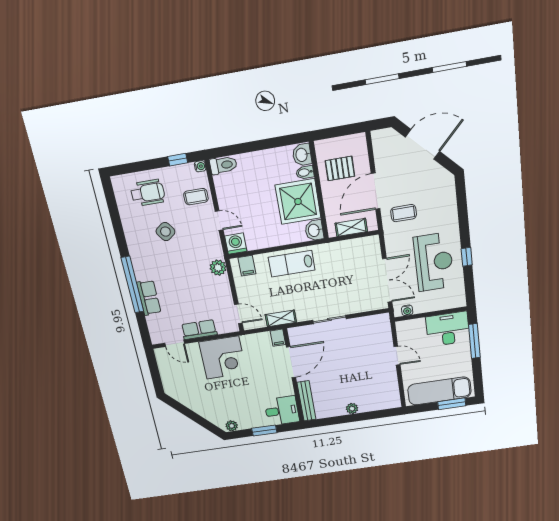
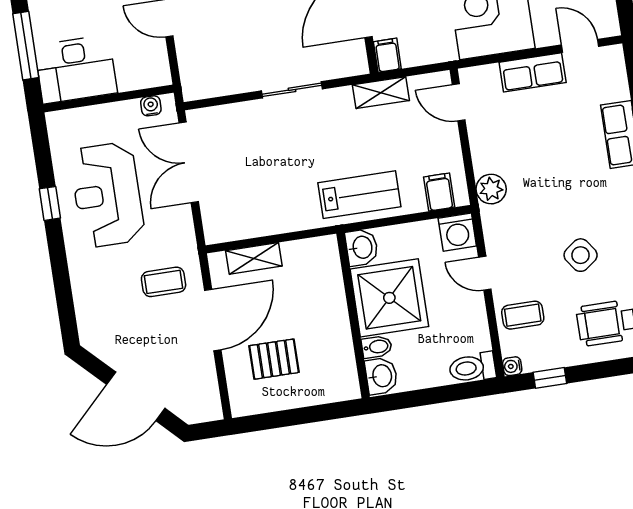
washbasin: (302, 155) -> (381, 376), moved
bidet: (305, 172) -> (377, 347), moved
wall: (319, 191) -> (353, 315), moved
shower: (298, 201) -> (389, 298), moved
washbasin: (314, 230) -> (362, 247), moved

